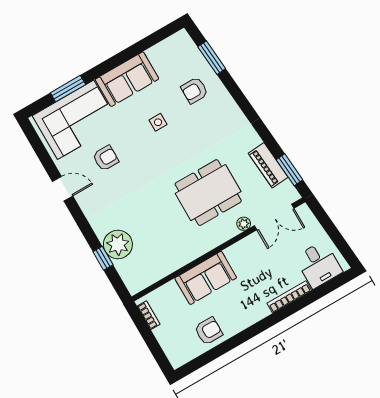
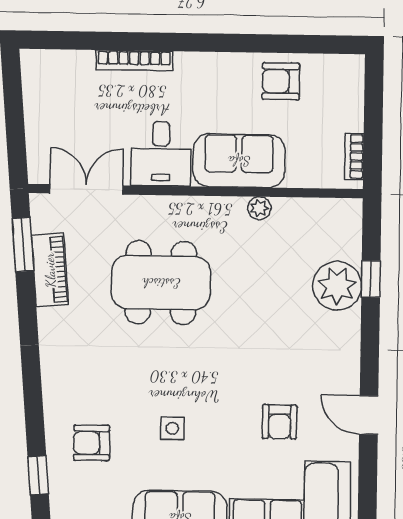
window: (212, 58) -> (38, 475), width x0.67
armchair: (194, 90) -> (92, 443), turned 180
armchair: (106, 158) -> (280, 422), turned -90
plant: (244, 224) -> (259, 208), moved
desk: (319, 265) -> (161, 154), moved, turned 180

